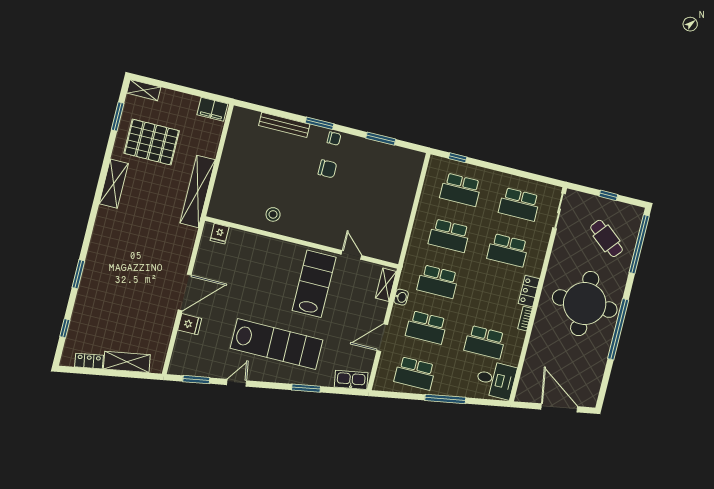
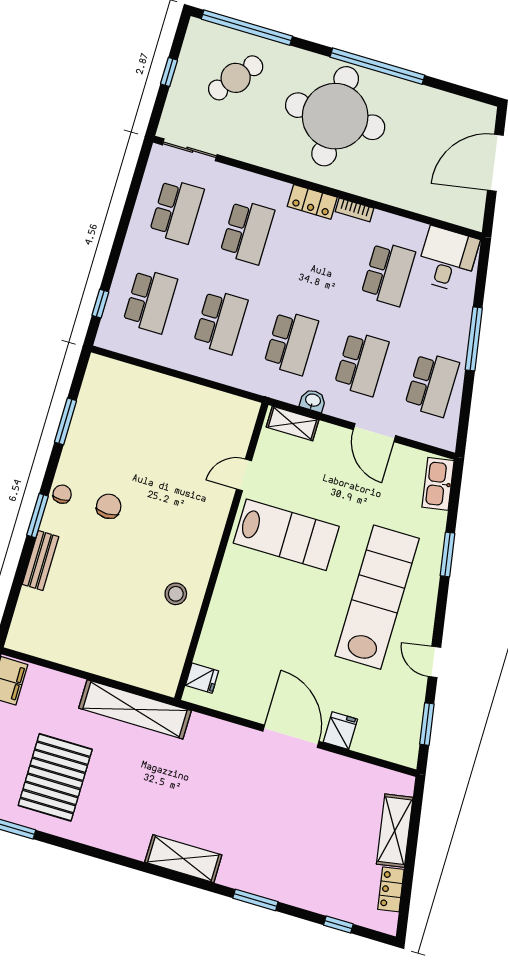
bench: (284, 125) -> (40, 561), width x0.73
shelving: (114, 184) -> (183, 859), moved
lab bench: (314, 284) -> (286, 535), turned 180

